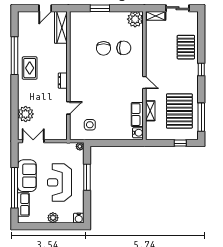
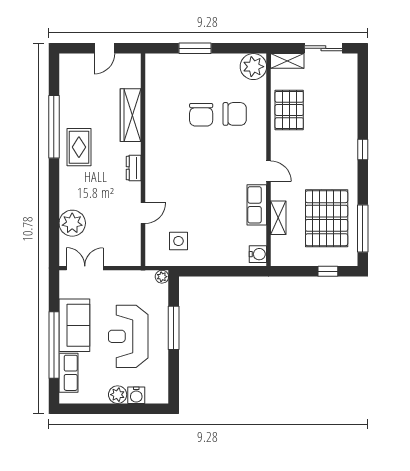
wardrobe: (61, 27) -> (131, 115), moved
pallet: (186, 47) -> (289, 110), moved
row of seats: (137, 115) -> (257, 205), moved
water cooler: (79, 218) -> (136, 395), moved

